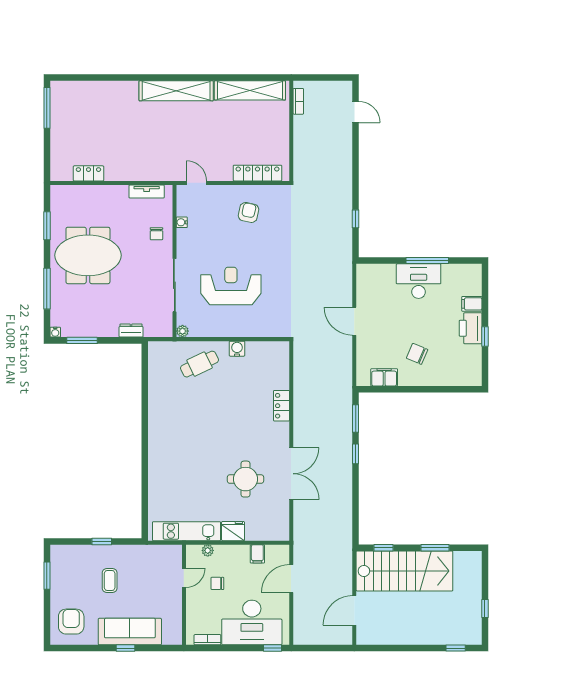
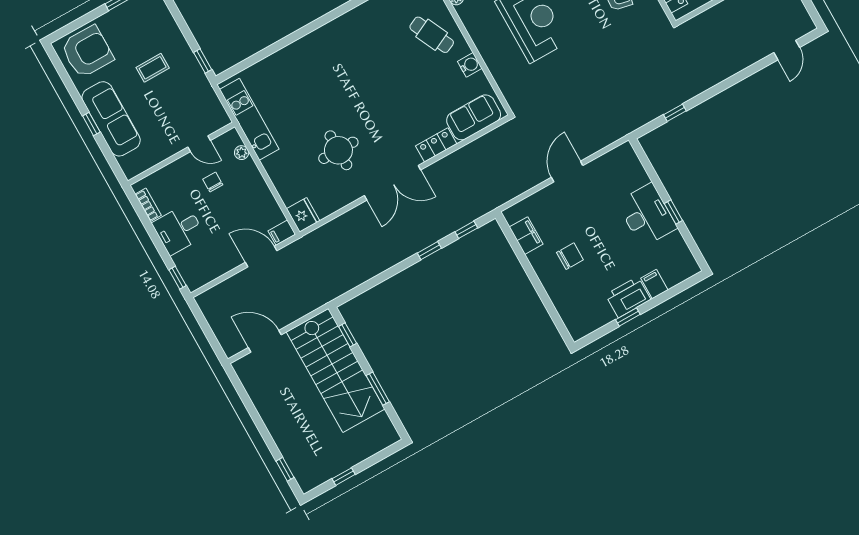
window: (427, 261) -> (673, 212), width x0.46
chair: (417, 354) -> (570, 256), turned 67
sofa: (277, 367) -> (474, 117), added
window: (356, 418) -> (466, 230), width x0.67
double door: (291, 474) -> (393, 183), moved
fridge: (233, 531) -> (303, 215), moved
window: (102, 541) -> (203, 61), moved
filing cabinet: (257, 554) -> (282, 233), moved
armchair: (71, 622) -> (87, 52), width x1.36, depth x1.36
desk: (252, 622) -> (179, 229), width x0.53, depth x0.77

